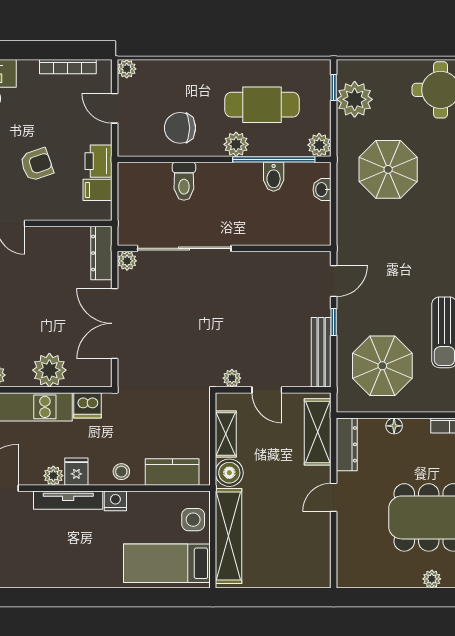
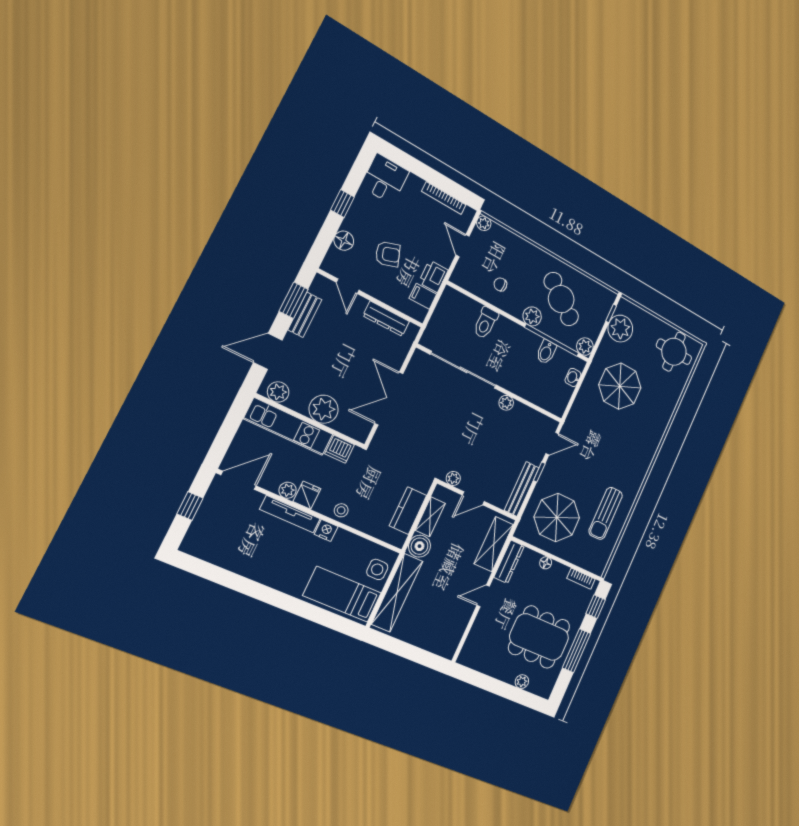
cafe table: (262, 105) -> (561, 299), turned 37
chair: (180, 128) -> (500, 284), width x0.54, depth x0.54
dresser: (101, 253) -> (386, 319), moved, turned -90
plant: (127, 261) -> (506, 403), moved
door: (267, 390) -> (473, 498), hinge flipped
kitchen counter: (172, 472) -> (408, 511), moved, turned -90

